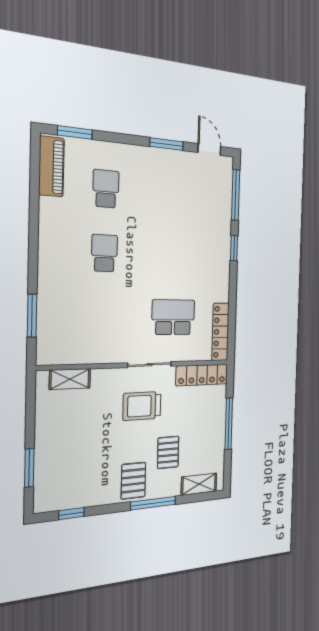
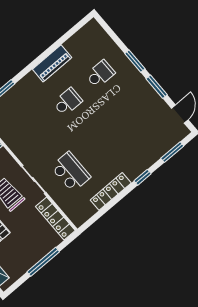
window: (75, 132) -> (135, 61), moved
piano: (51, 166) -> (52, 63), moved
window: (236, 195) -> (172, 152), width x0.69
locker: (220, 332) -> (111, 191), moved

